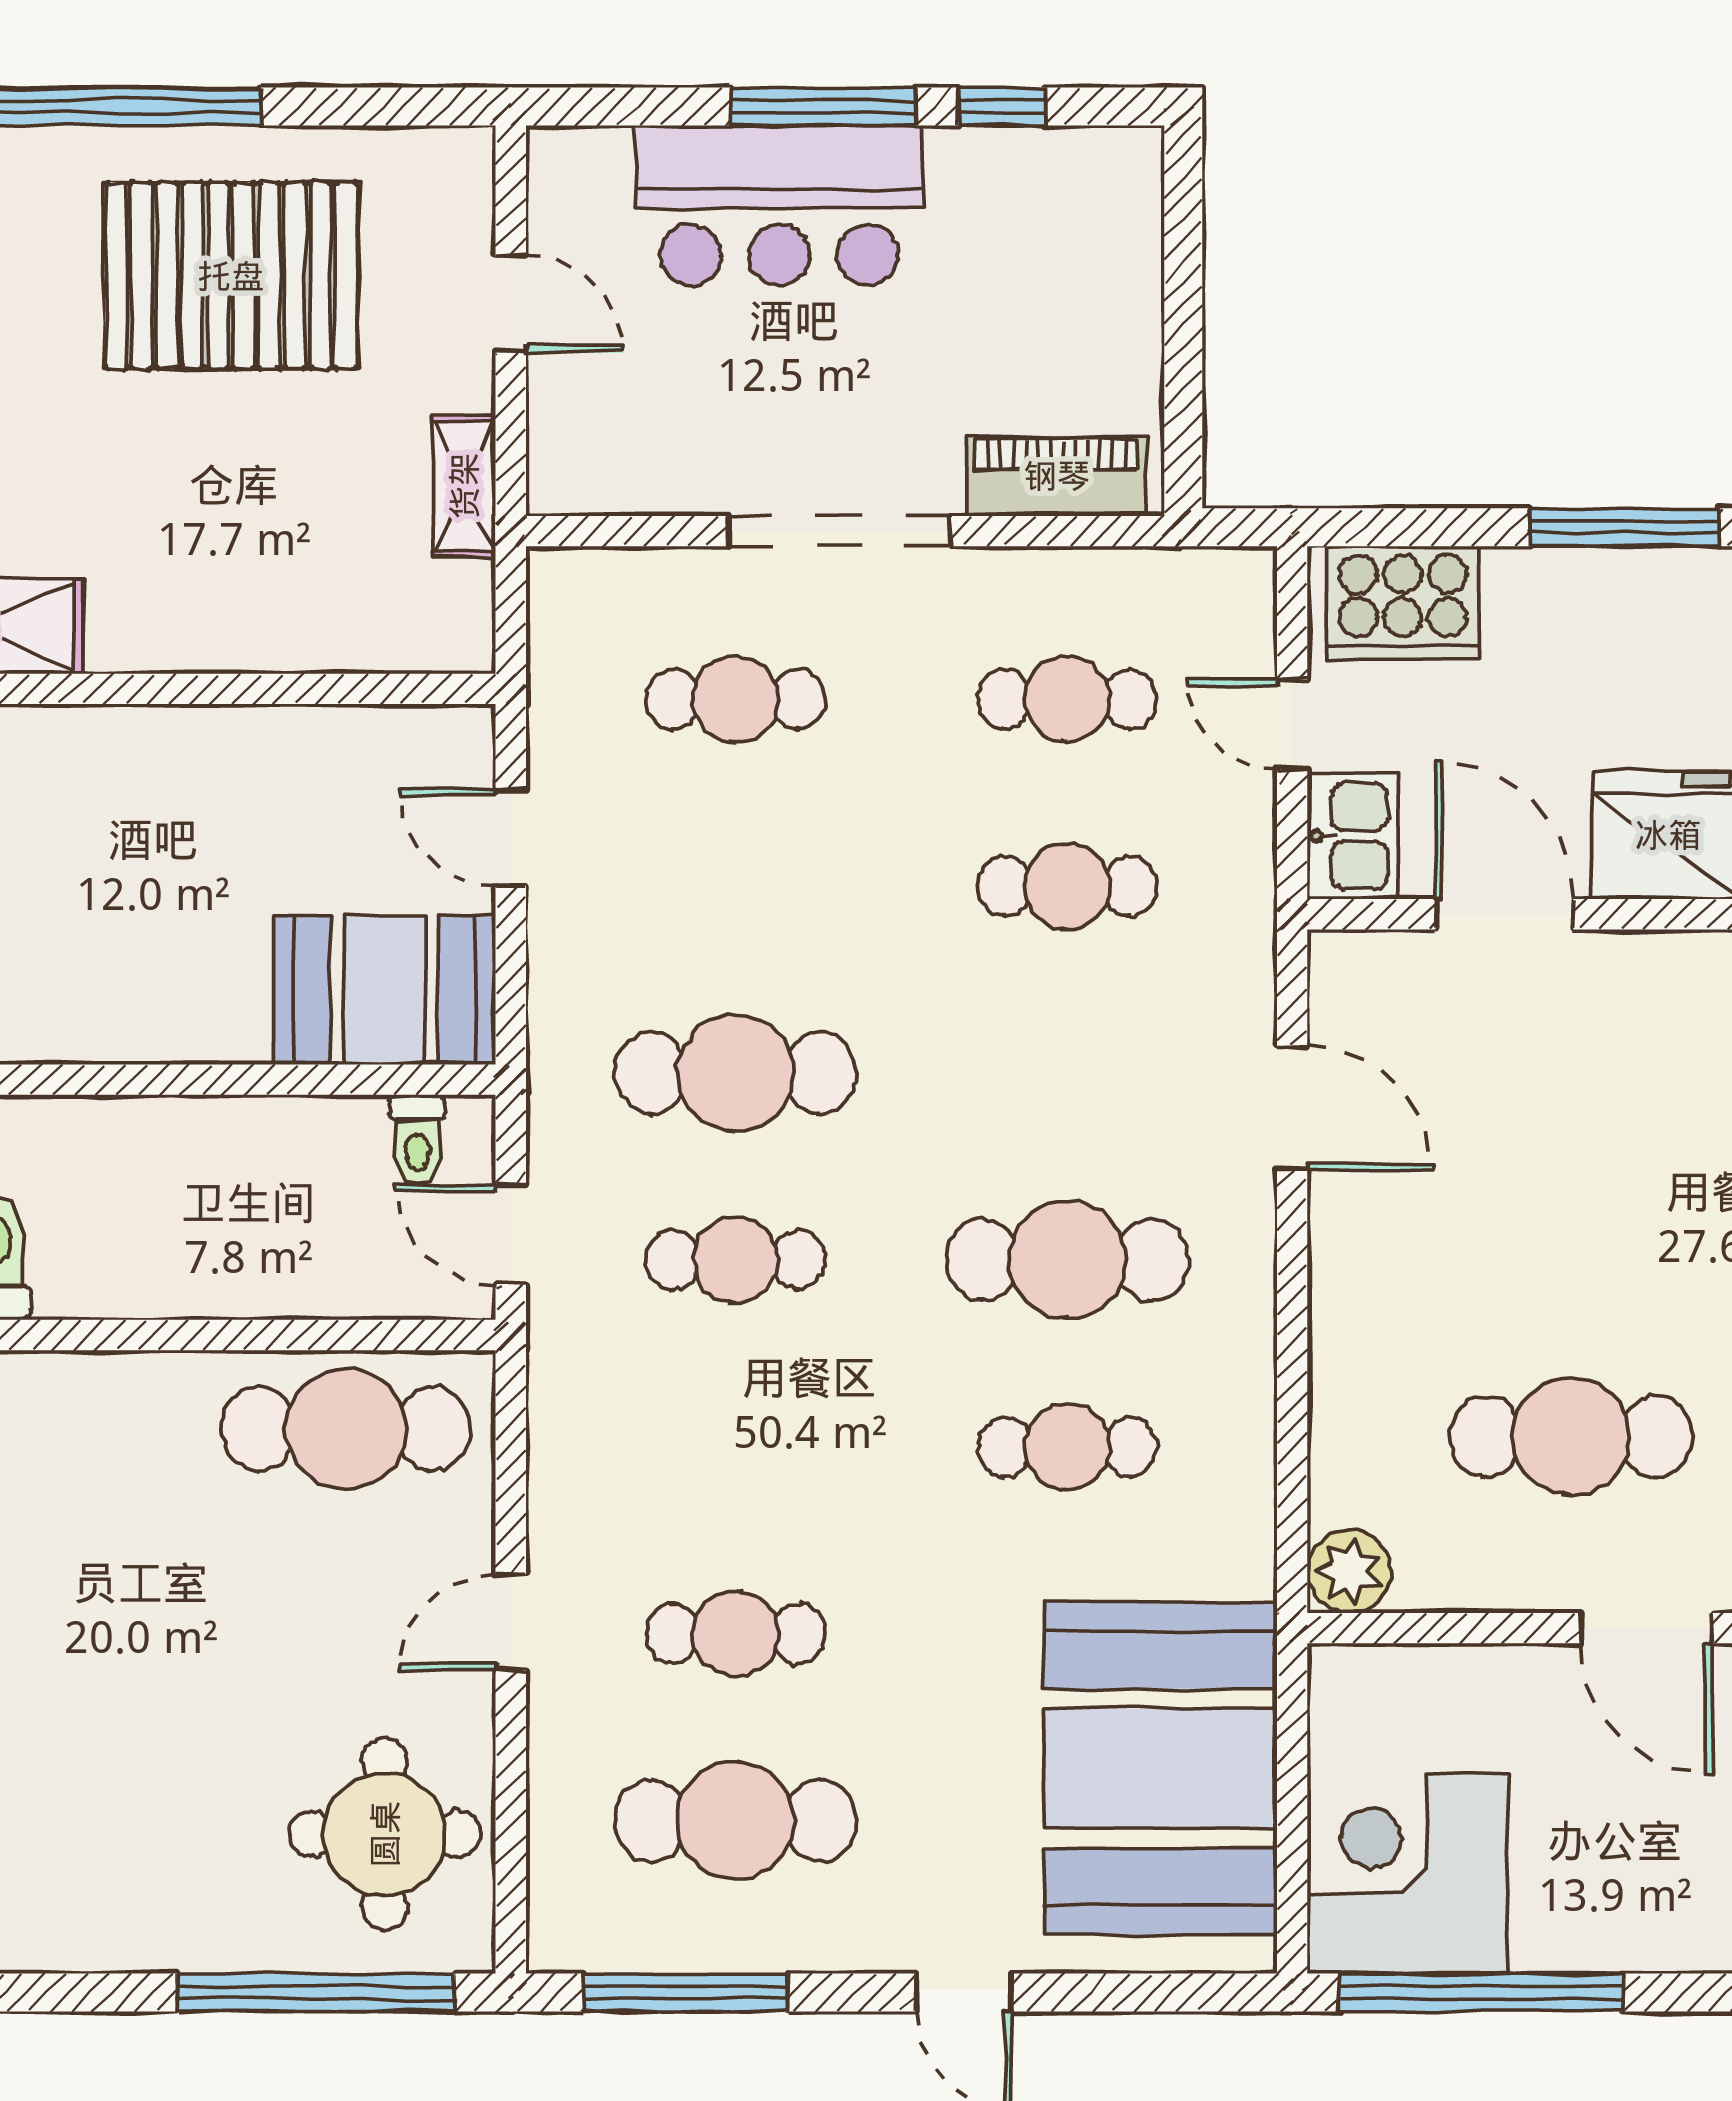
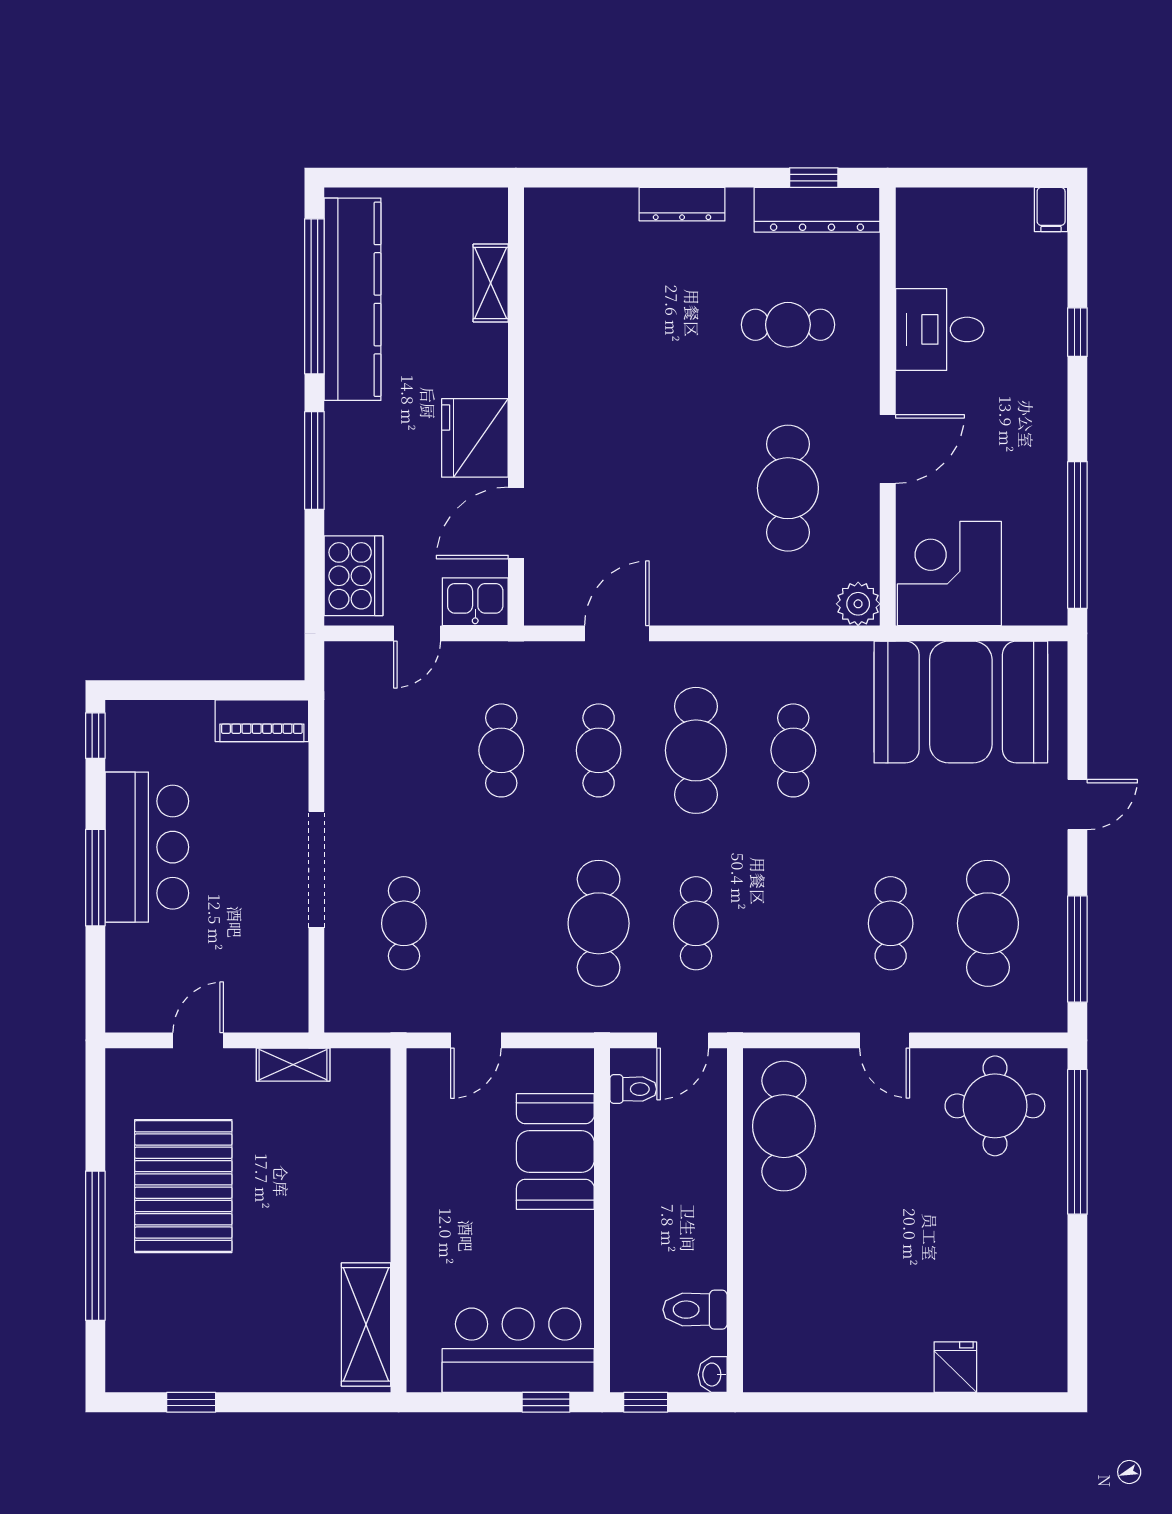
window: (1002, 106) -> (95, 736), moved
bar counter: (779, 205) -> (147, 847), moved
piano: (1057, 476) -> (262, 721), moved, turned -90
cafe table: (1067, 699) -> (599, 750), moved
booth: (385, 990) -> (555, 1151), moved
corner desk: (1407, 1874) -> (949, 573), moved, turned 90

